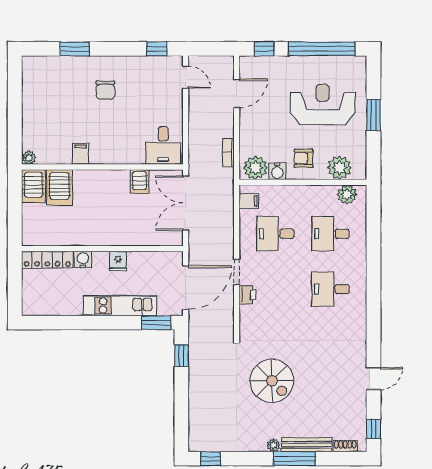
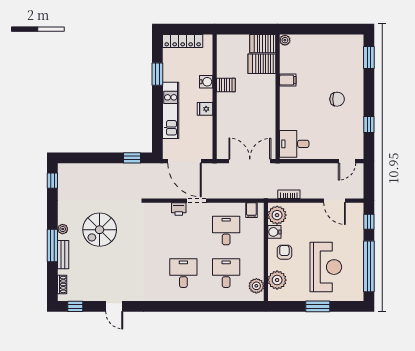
window: (75, 49) -> (369, 57), moved
window: (157, 49) -> (369, 125), moved
chair: (105, 90) -> (337, 99), turned 180
server rack: (139, 181) -> (226, 85), moved, turned 180
locker: (47, 260) -> (183, 41), moved, turned -90
window: (156, 323) -> (157, 74), moved
spiral stairs: (272, 381) -> (100, 230), moved
bench: (307, 445) -> (63, 255), width x0.73

